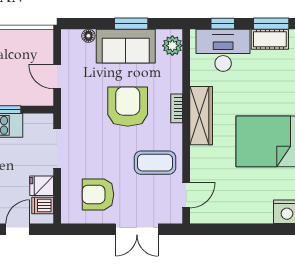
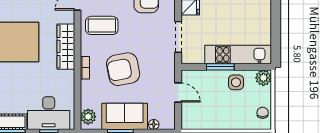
armchair: (128, 107) -> (123, 69), turned 79
wardrobe: (201, 116) -> (66, 47), moved

